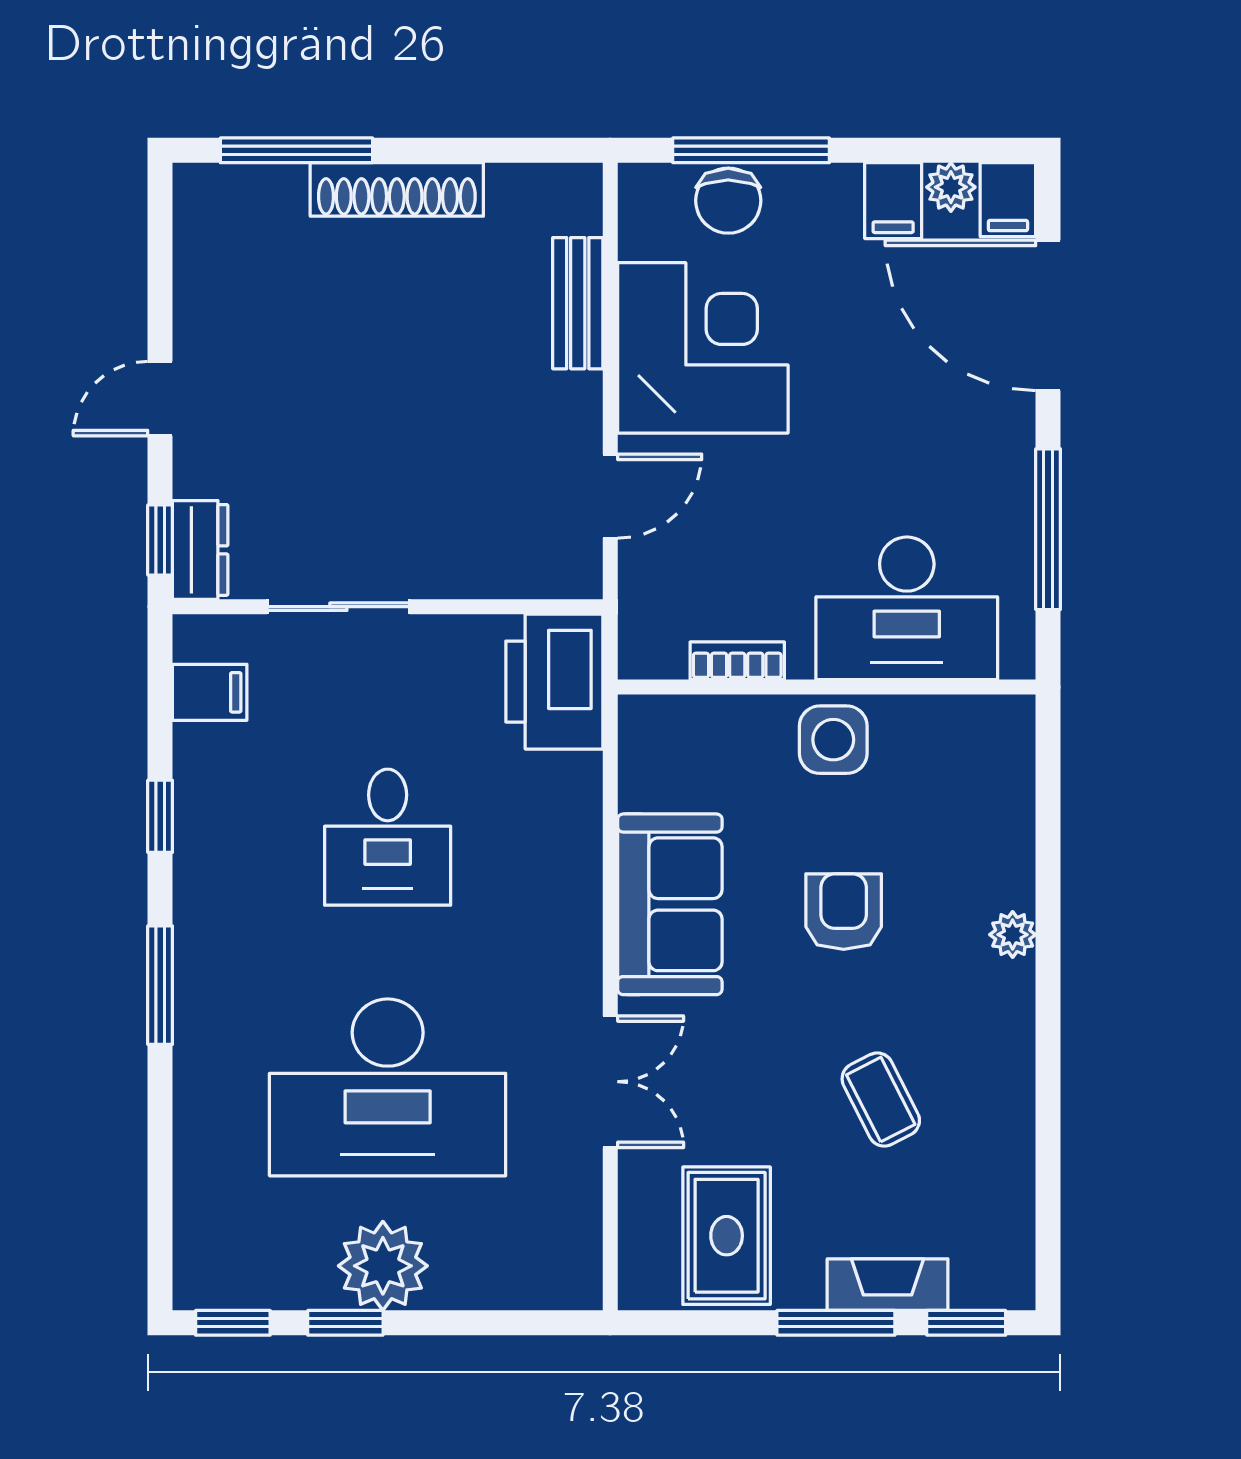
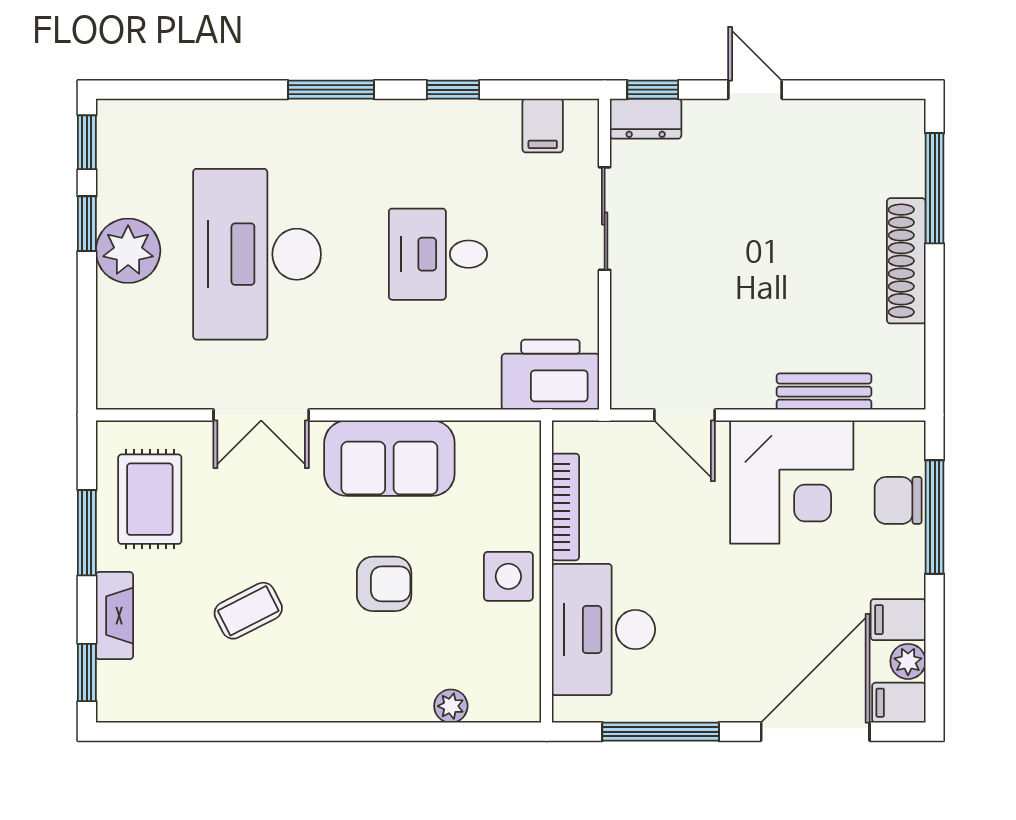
bookcase: (737, 661) -> (565, 507), width x1.56
plant: (1013, 935) -> (451, 706), moved
rug: (727, 1236) -> (150, 499), turned 90
window: (836, 1323) -> (87, 533), moved

